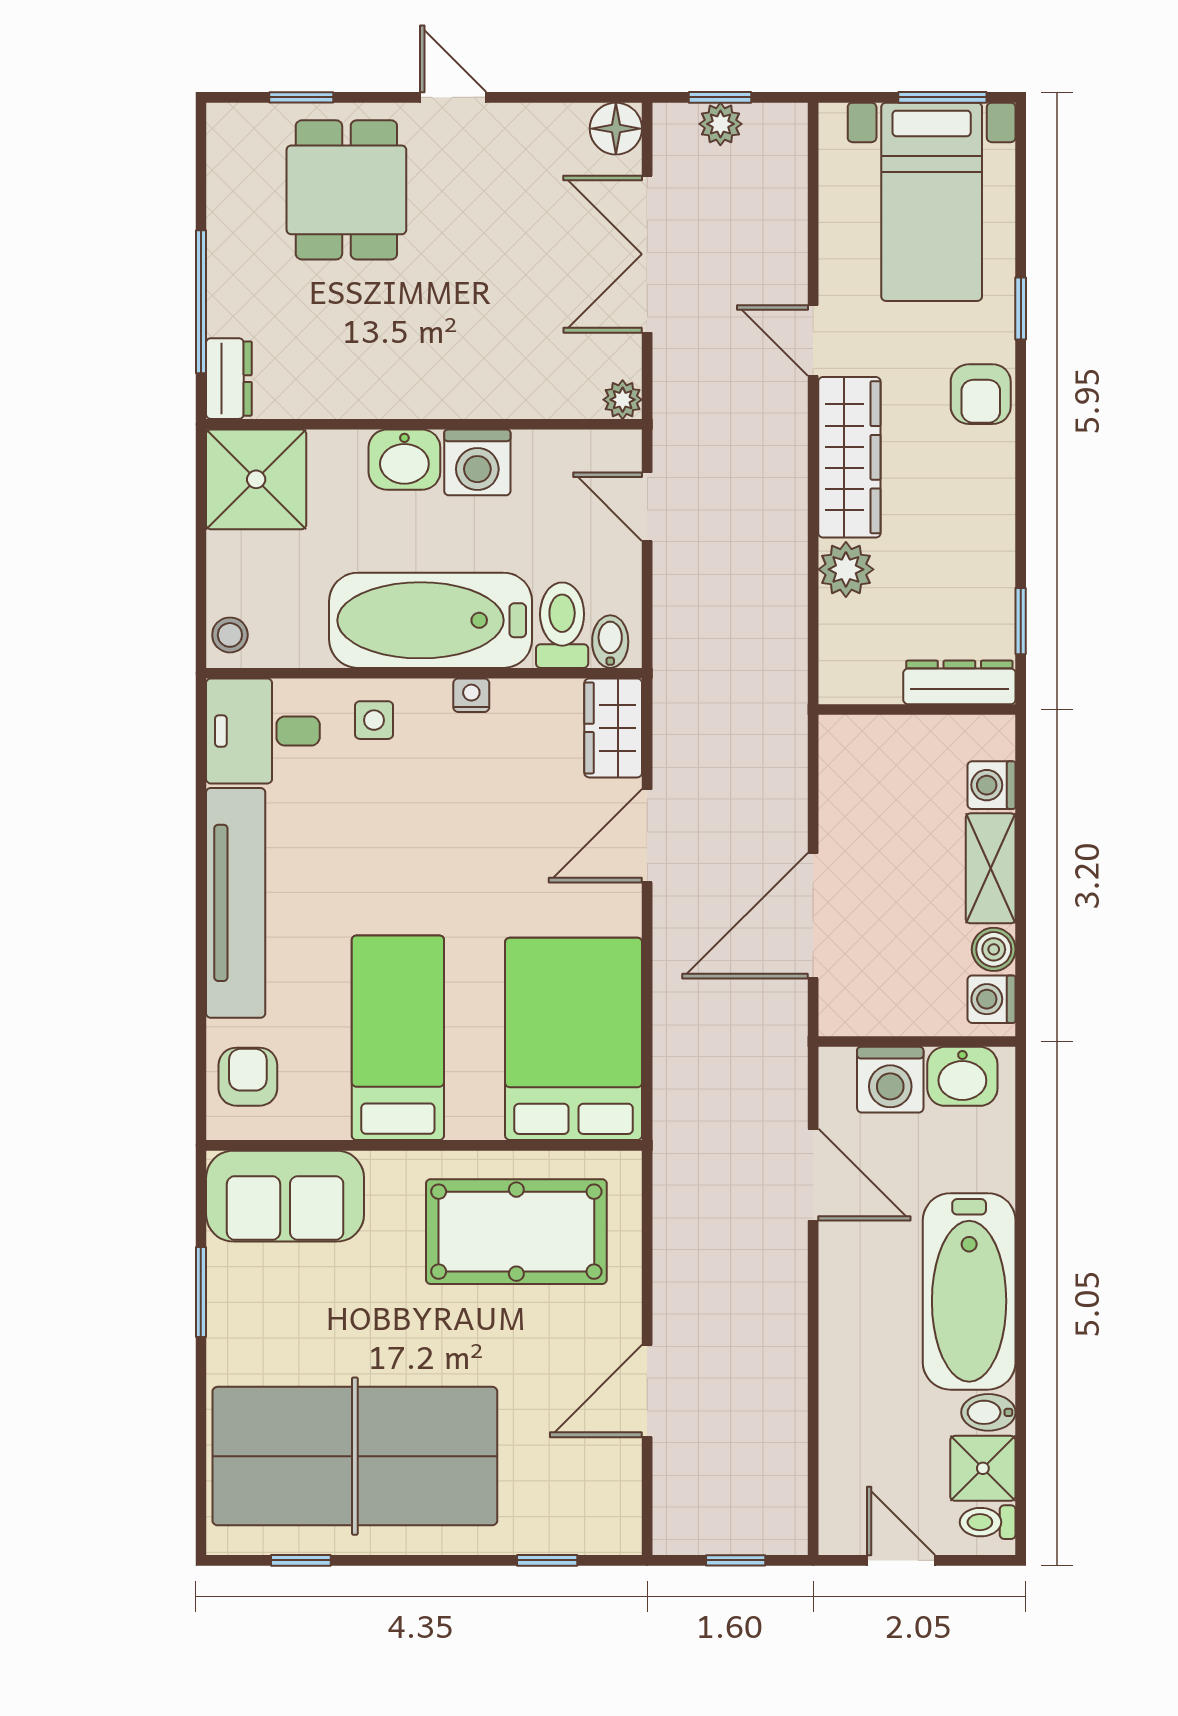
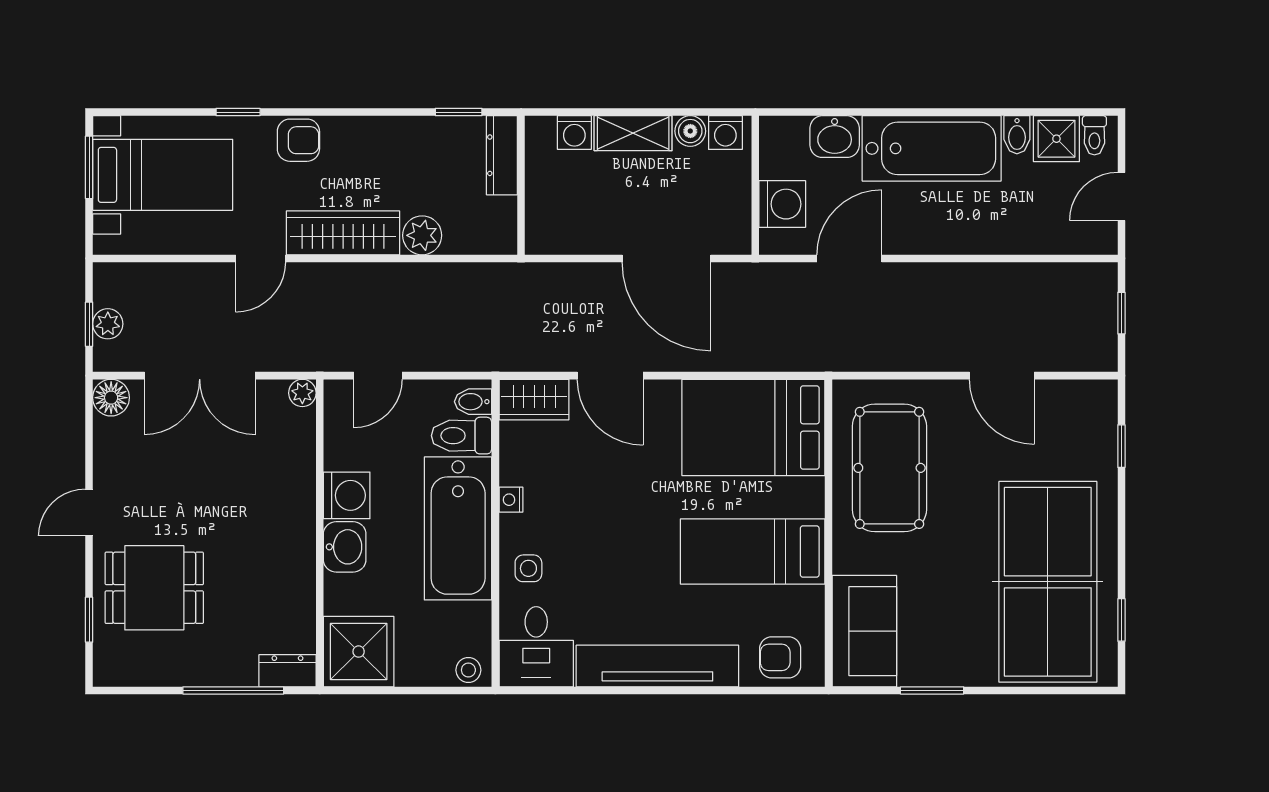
washbasin: (962, 1076) -> (835, 137), moved, turned 90

